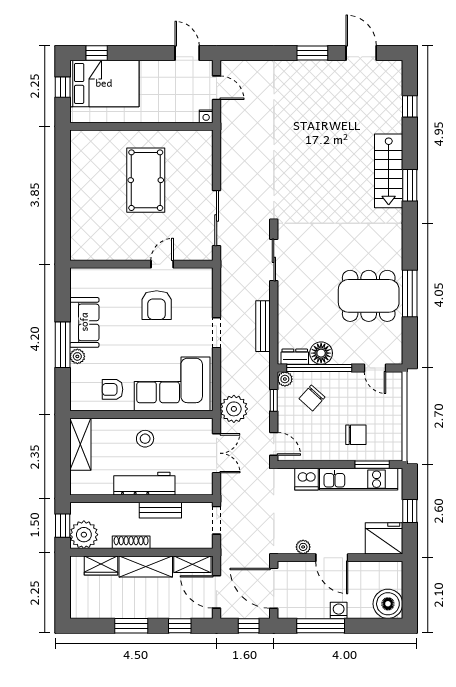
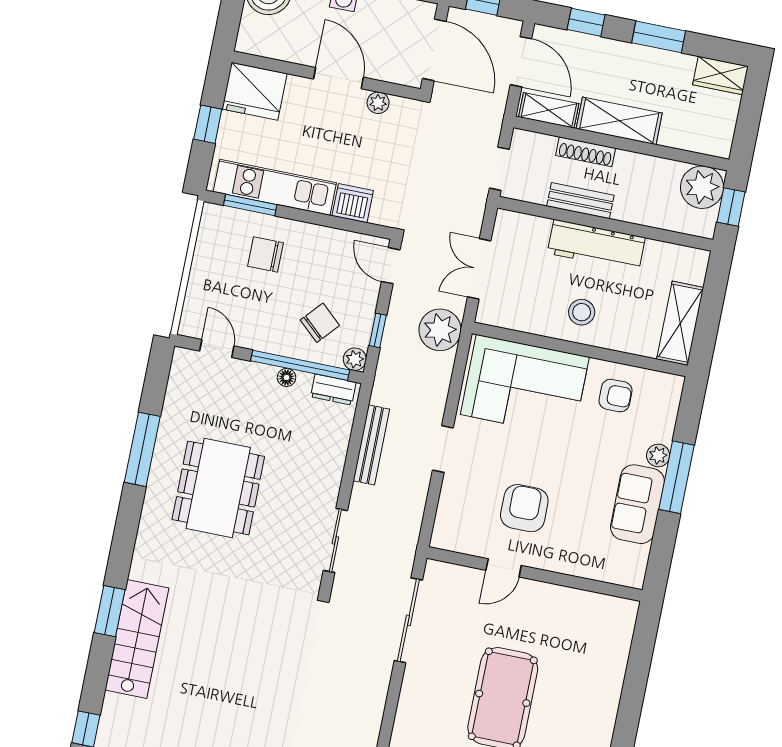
dining table: (369, 296) -> (218, 488), moved, turned 90
floor lamp: (321, 353) -> (286, 377), width x0.53, depth x0.53
shoe rack: (131, 542) -> (586, 152), moved
wardrobe: (101, 566) -> (720, 76), moved, turned 180

